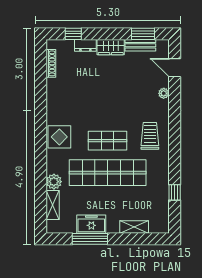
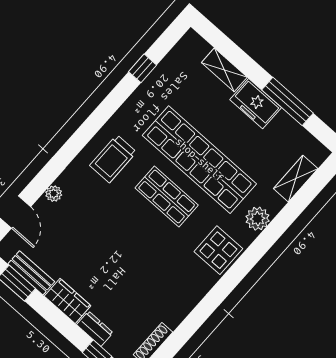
plant: (54, 182) -> (258, 219), moved
freezer: (91, 224) -> (256, 104), moved

